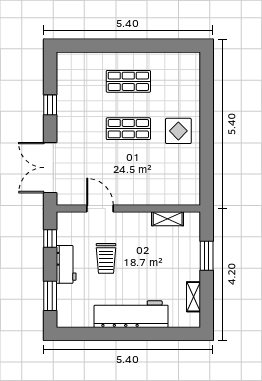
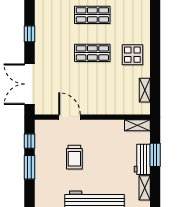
shelving: (194, 175) -> (145, 90), added
shelving: (168, 219) -> (137, 125), moved
workbench: (66, 264) -> (142, 159), moved, turned 180
window: (50, 296) -> (29, 167), moved

